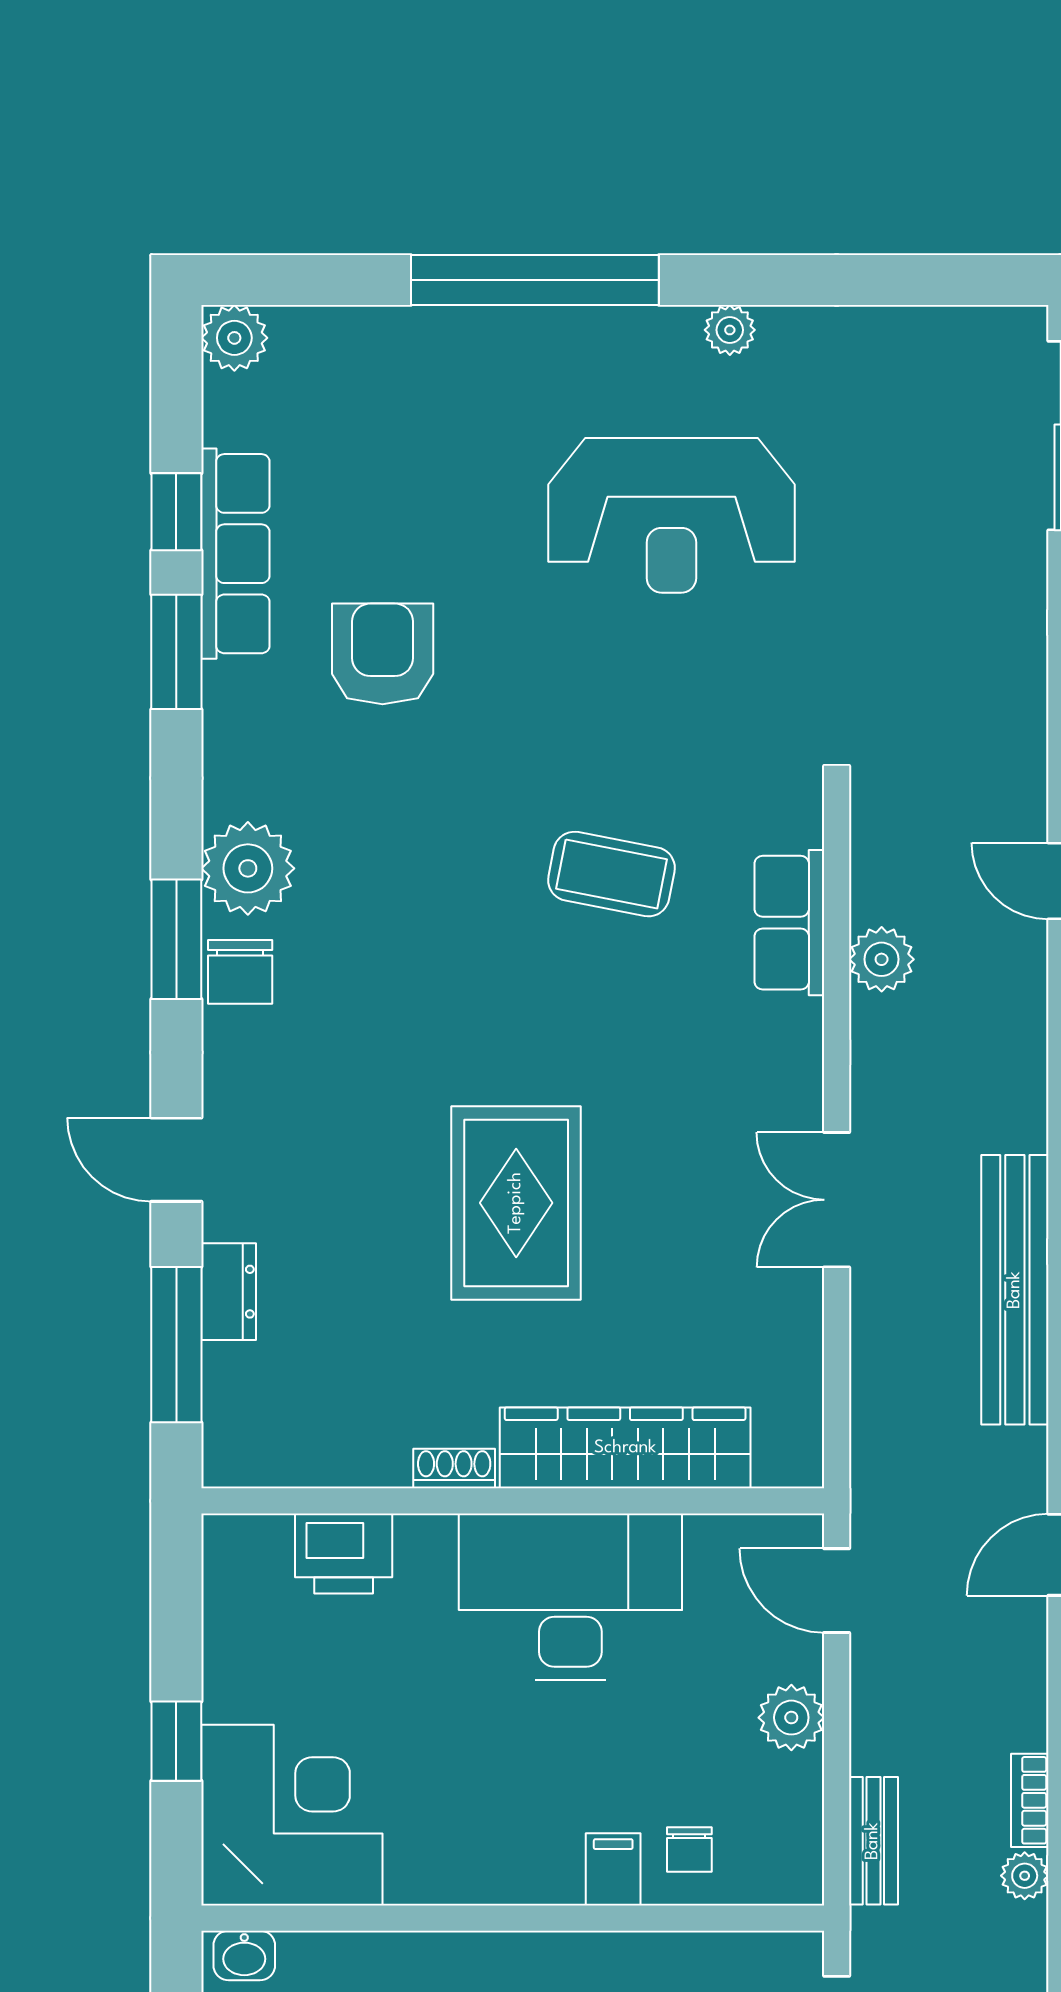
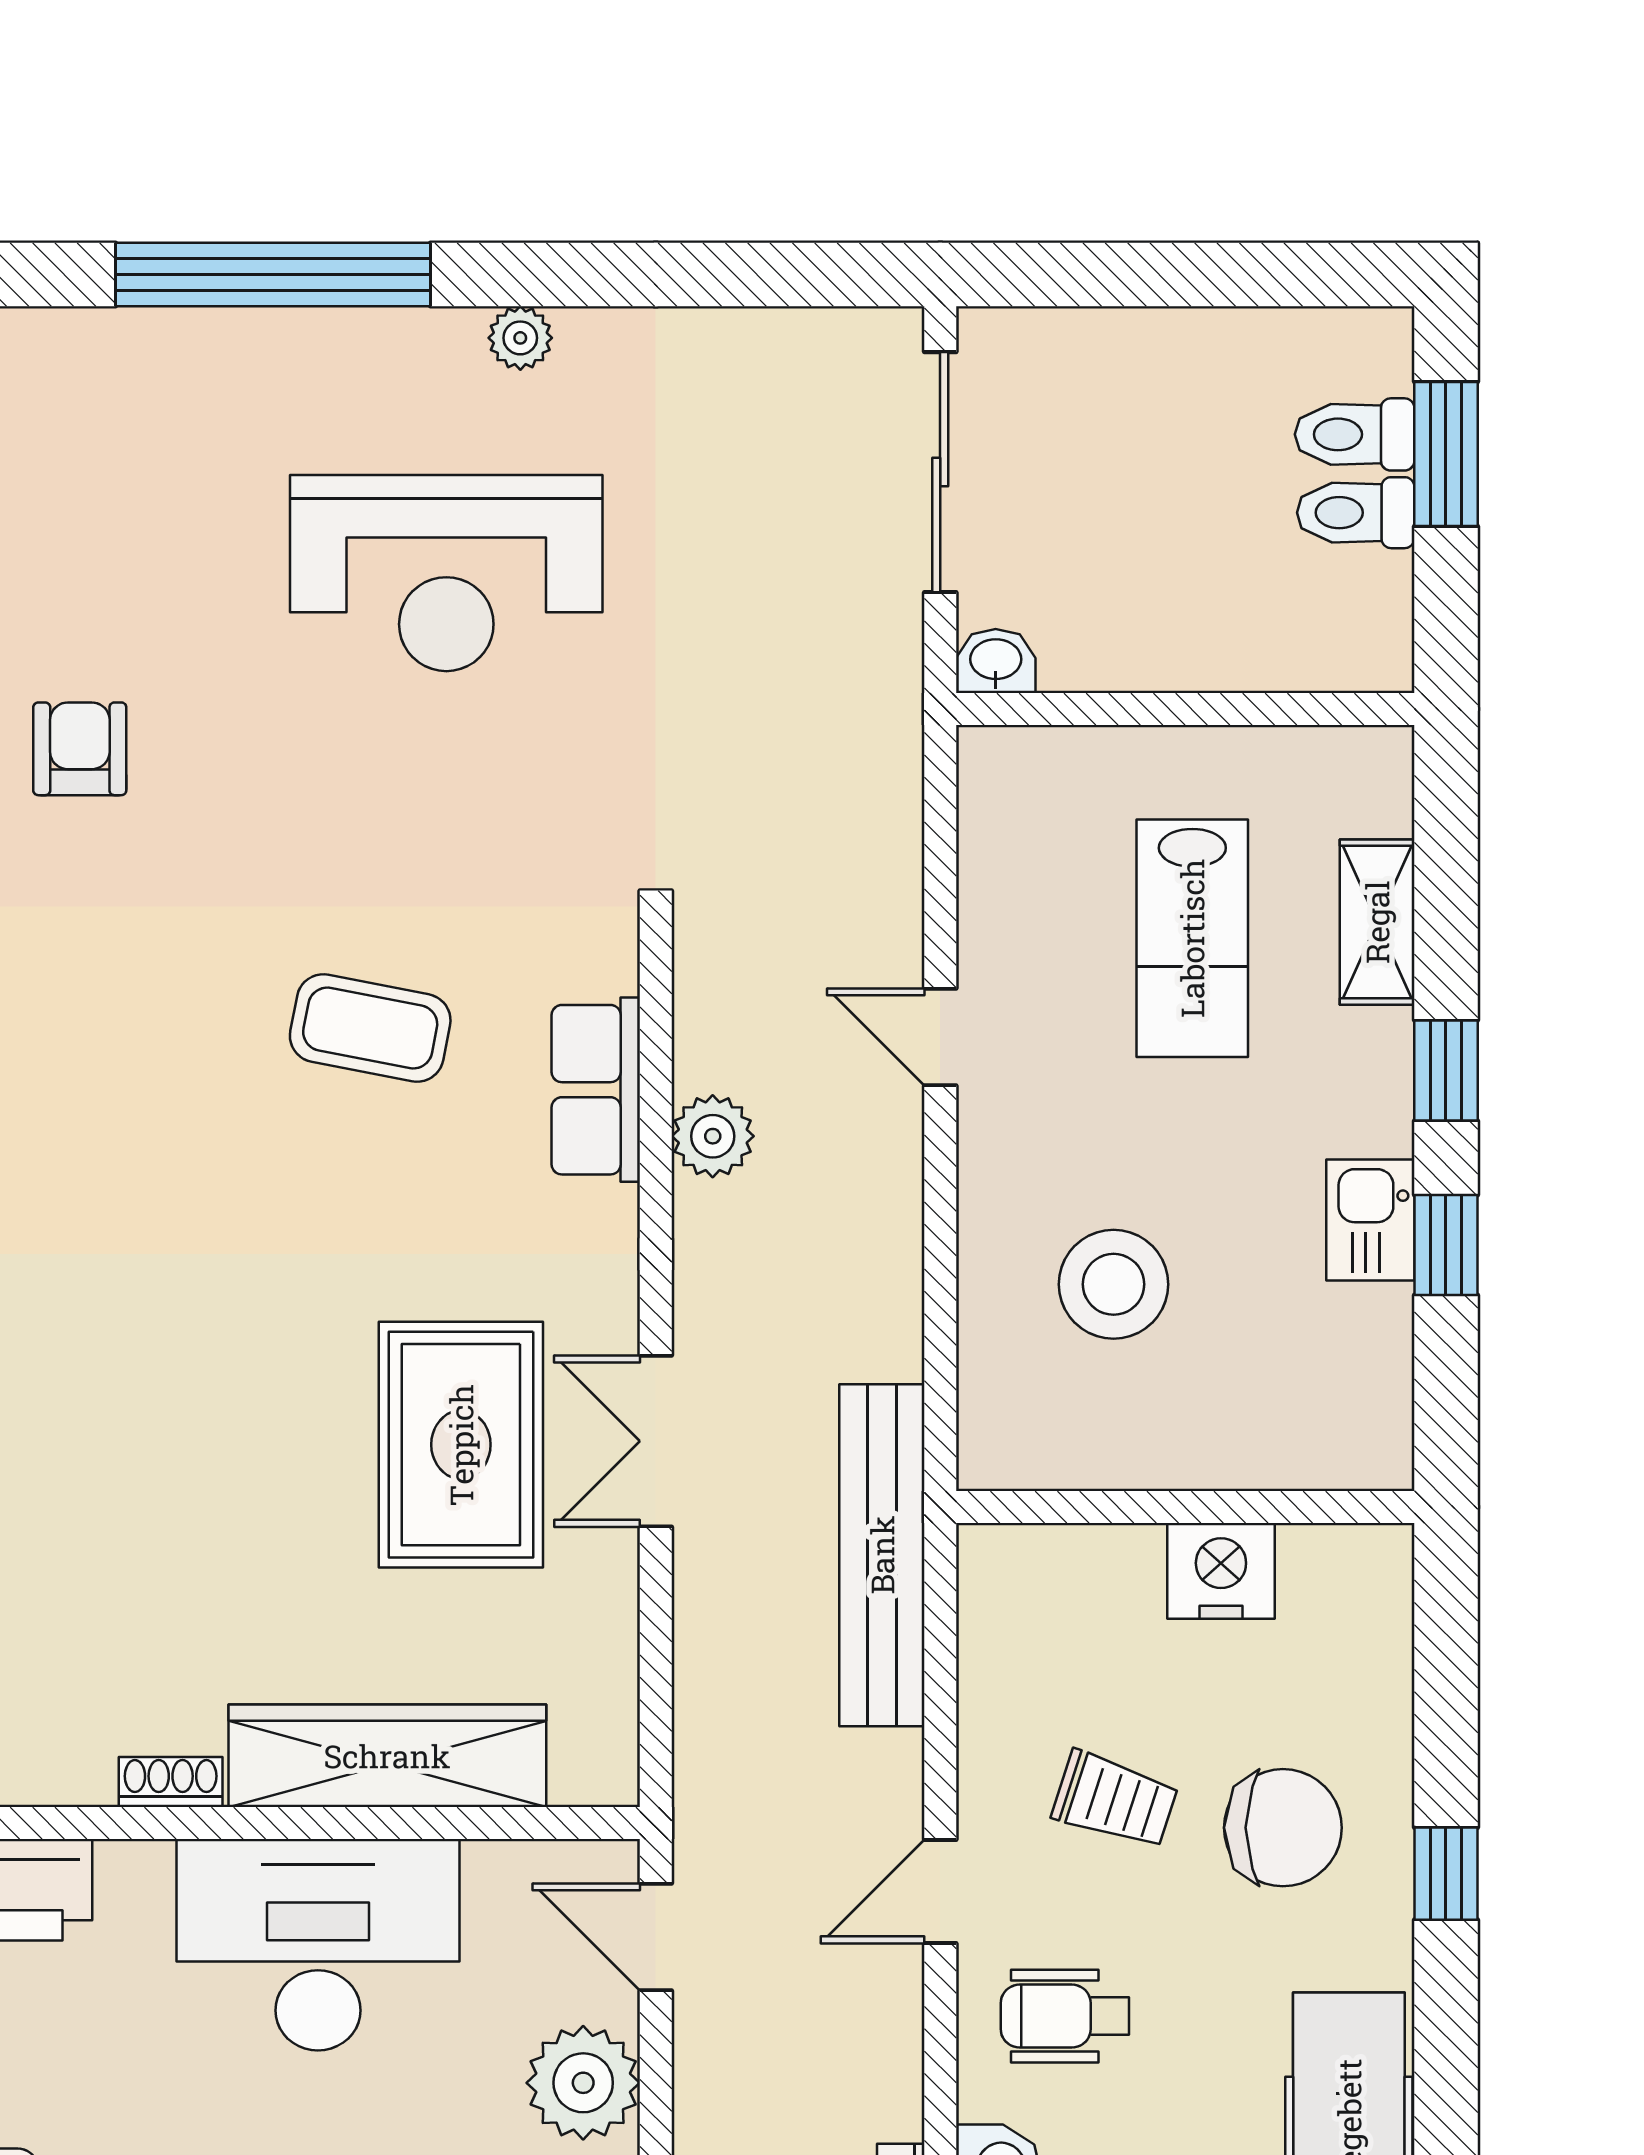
armchair: (383, 654) -> (80, 749), width x0.72, depth x0.72
rug: (516, 1203) -> (461, 1445), moved
plant: (791, 1718) -> (583, 2083), width x1.36, depth x1.36

